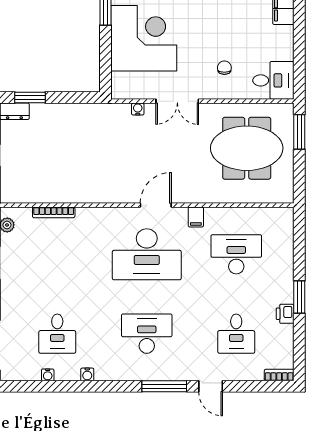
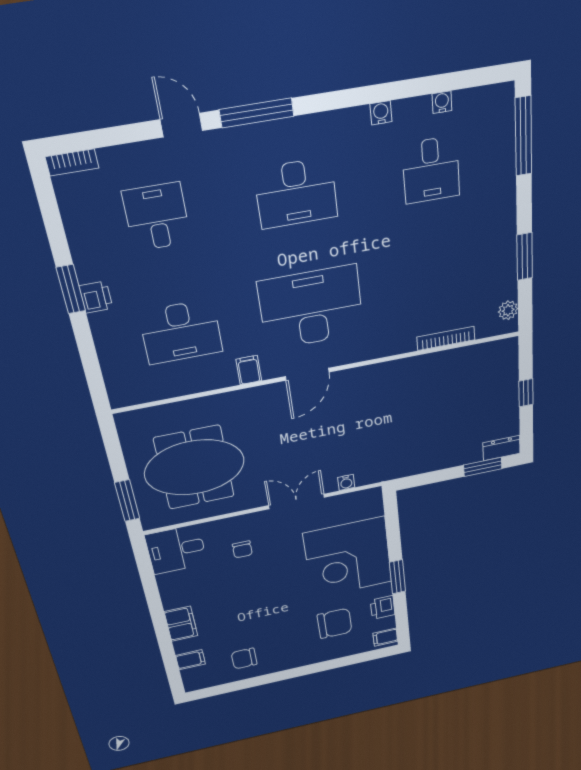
printer: (285, 314) -> (96, 297), moved
desk: (57, 334) -> (431, 170), turned 180

